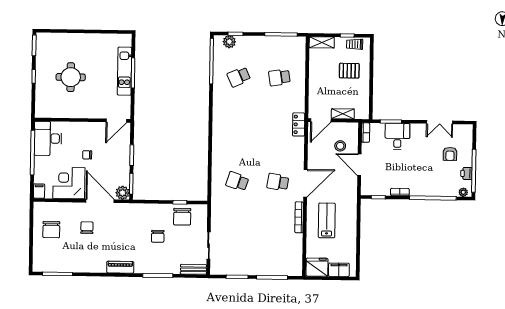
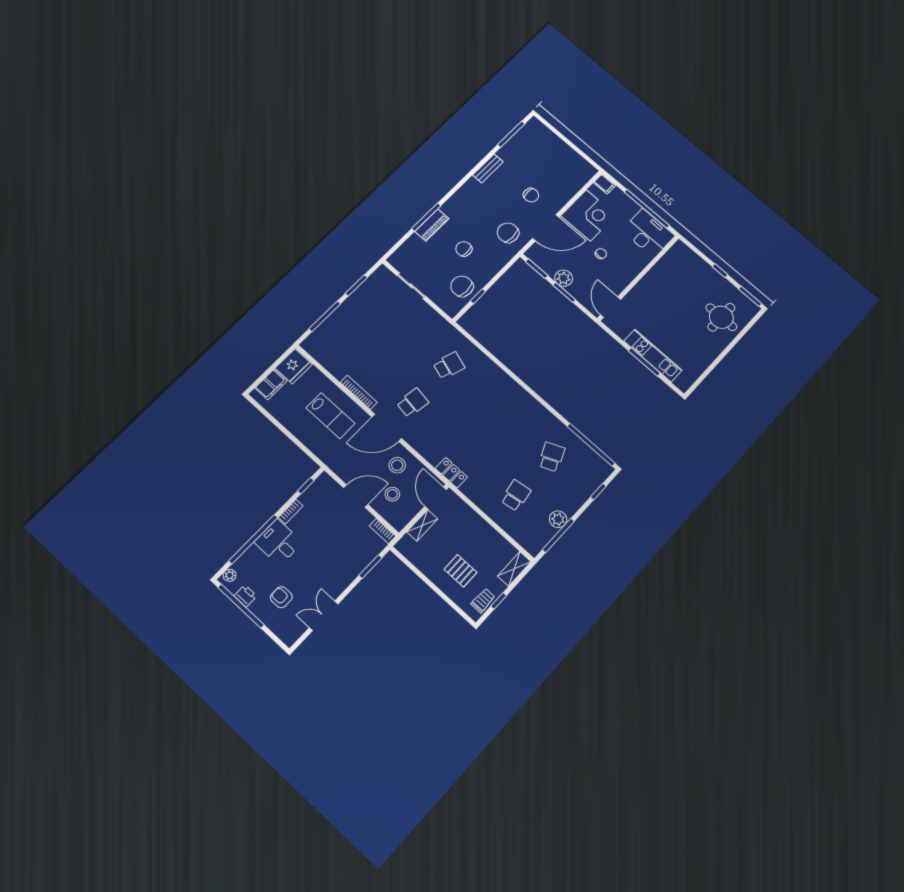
plant: (229, 42) -> (558, 519), moved
pallet: (349, 71) -> (461, 571), turned 90
round table: (71, 77) -> (721, 317), moved
desk: (397, 136) -> (278, 542), moved, turned 180
stool: (321, 158) -> (397, 465), added
door: (305, 183) -> (387, 428), hinge flipped
plant: (123, 193) -> (564, 278), moved
chair: (51, 230) -> (508, 233), moved
piano: (120, 267) -> (432, 225), moved
bench: (193, 269) -> (488, 168), moved

